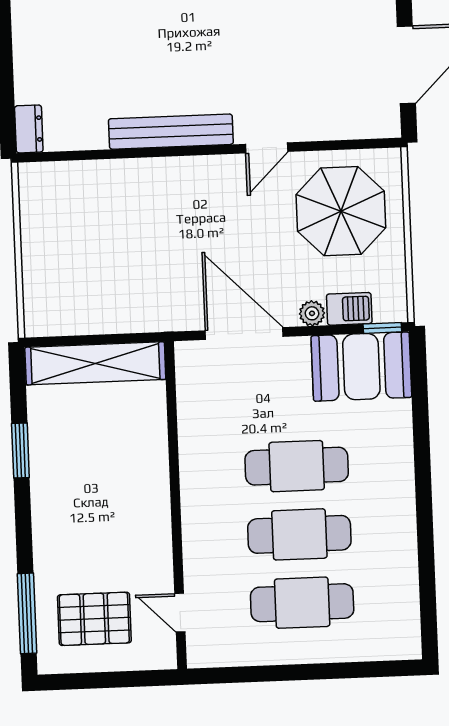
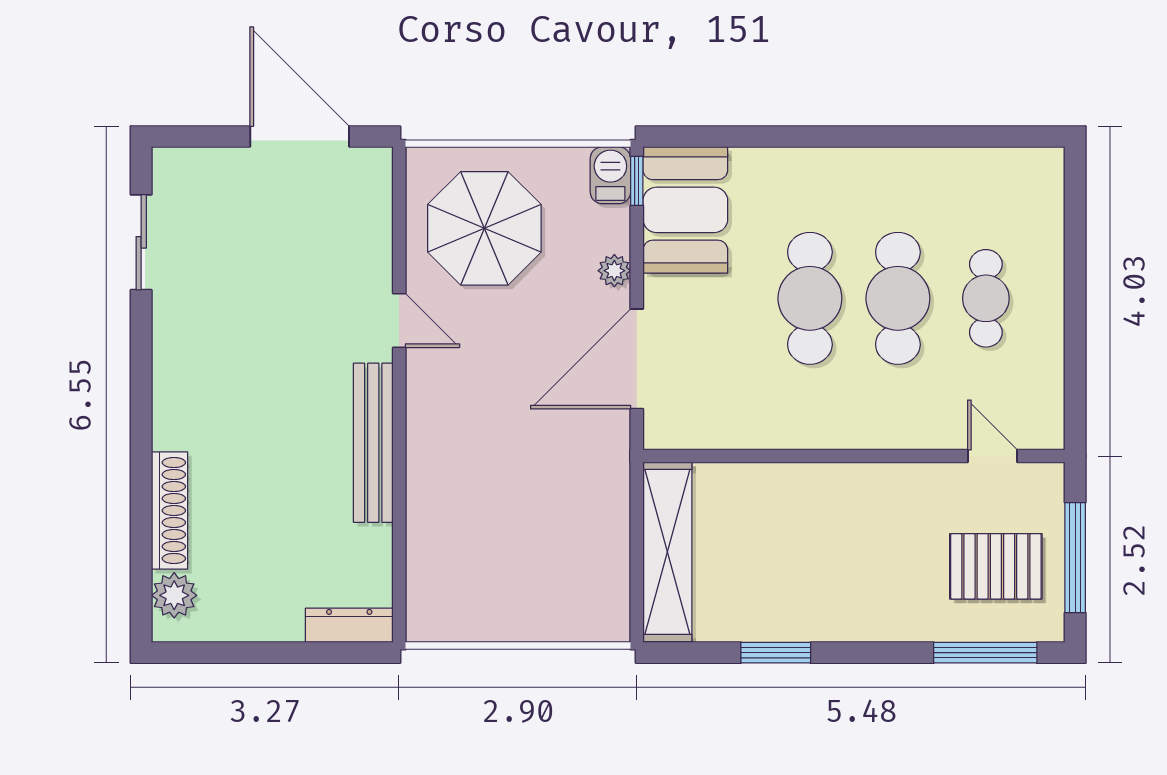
dresser: (29, 129) -> (349, 625), width x1.44
barbecue: (349, 309) -> (610, 175), moved
cafe table: (302, 603) -> (986, 298), width x0.73, depth x0.74
door: (180, 613) -> (992, 456), swing flipped
pallet: (94, 619) -> (996, 566), turned 90
window: (104, 680) -> (1075, 558), added

